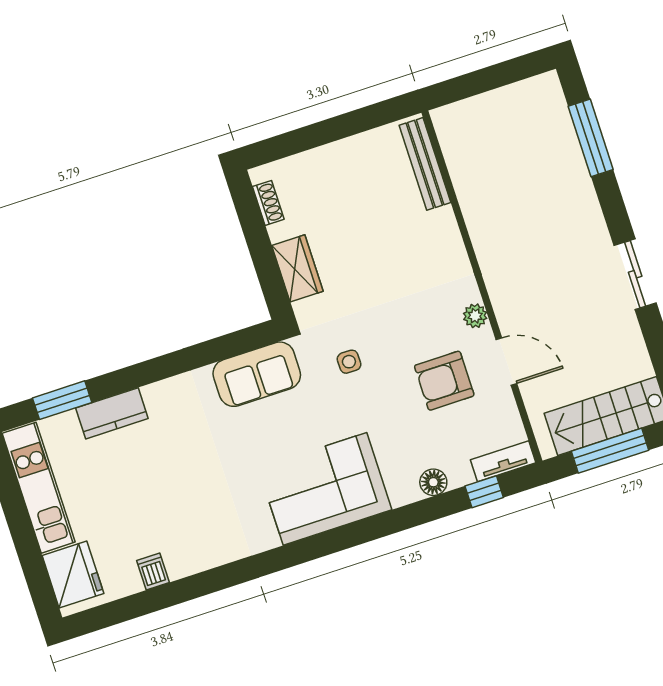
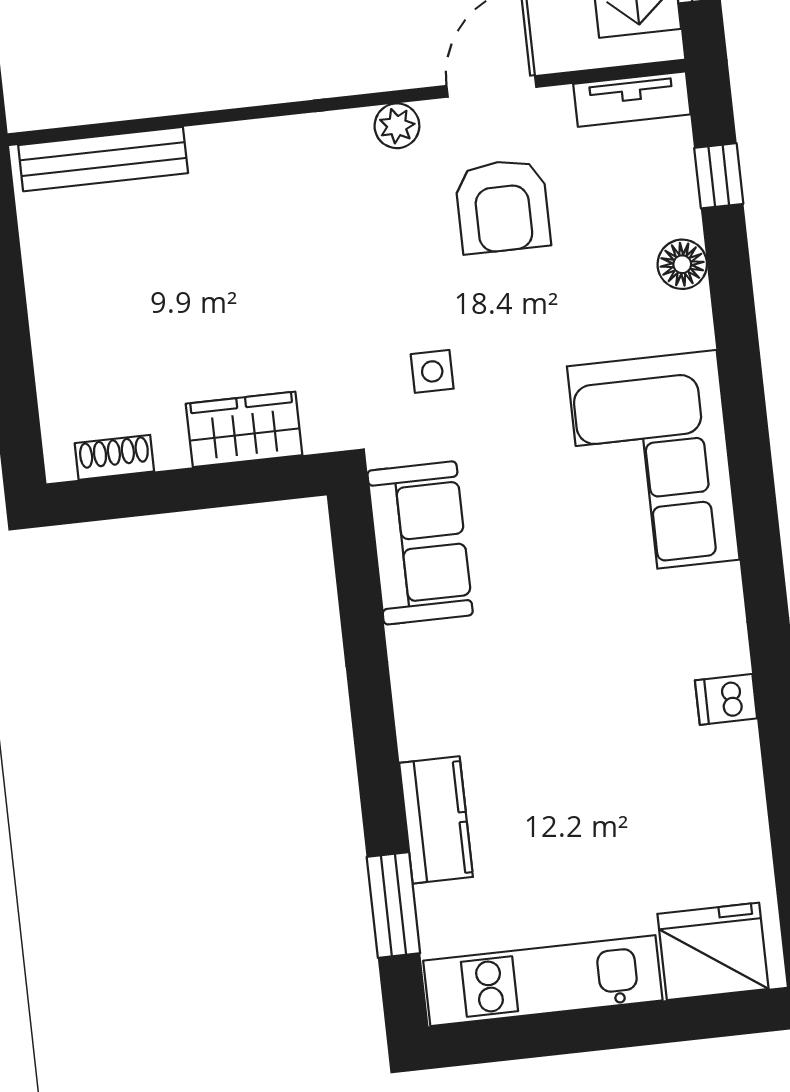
tv unit: (503, 461) -> (632, 99), moved, turned -90
dishwasher: (153, 571) -> (726, 699), moved

